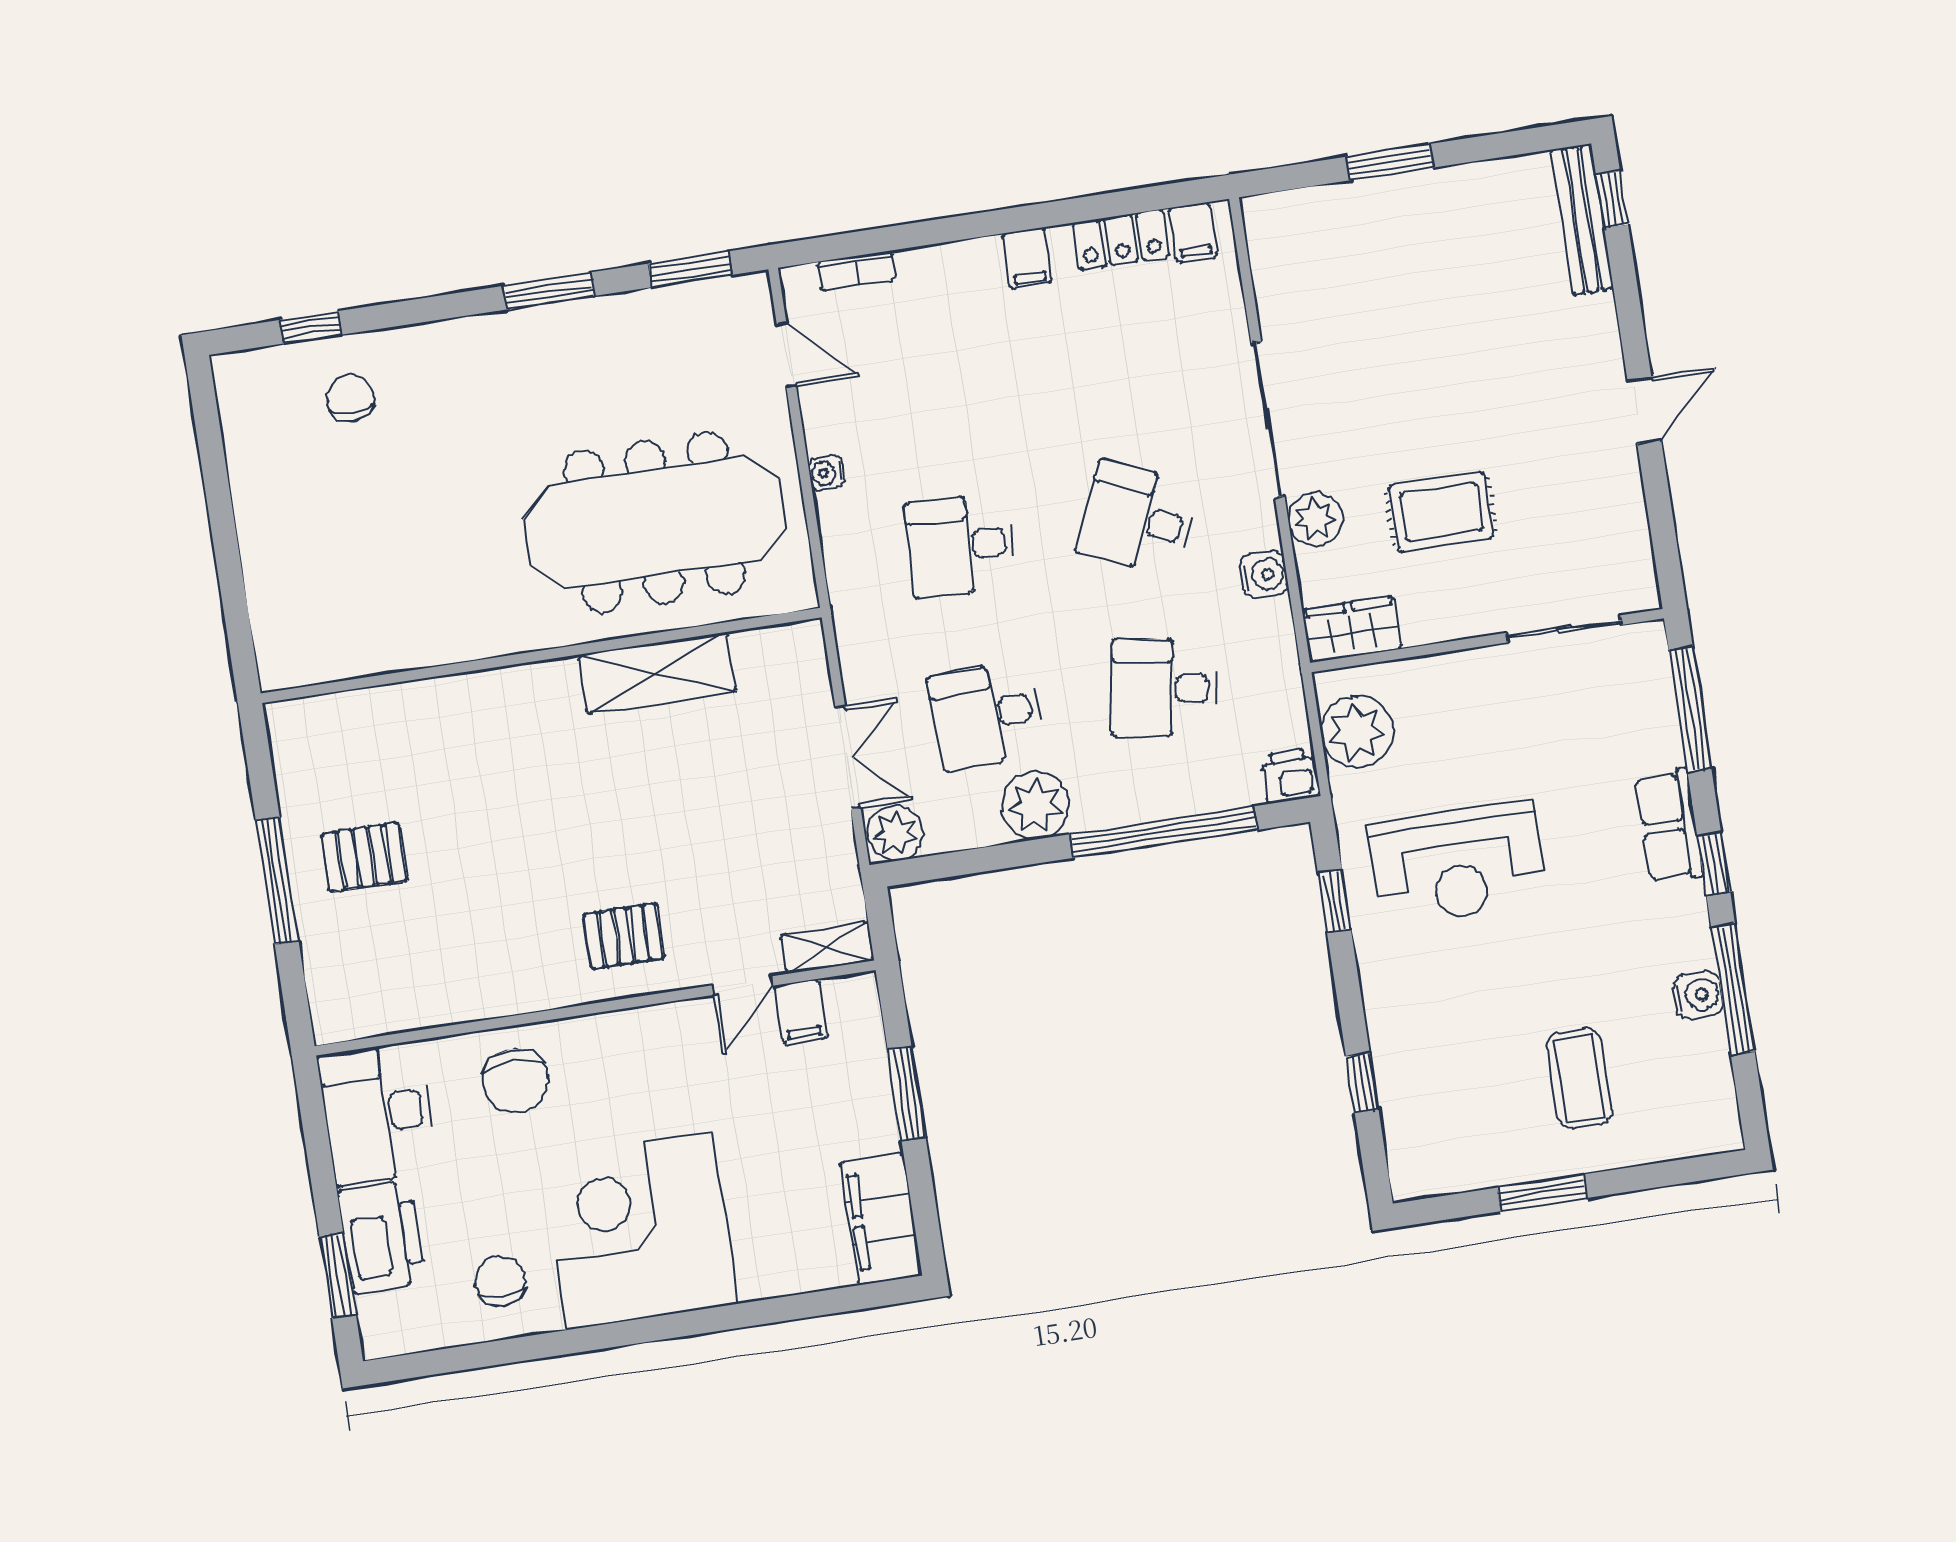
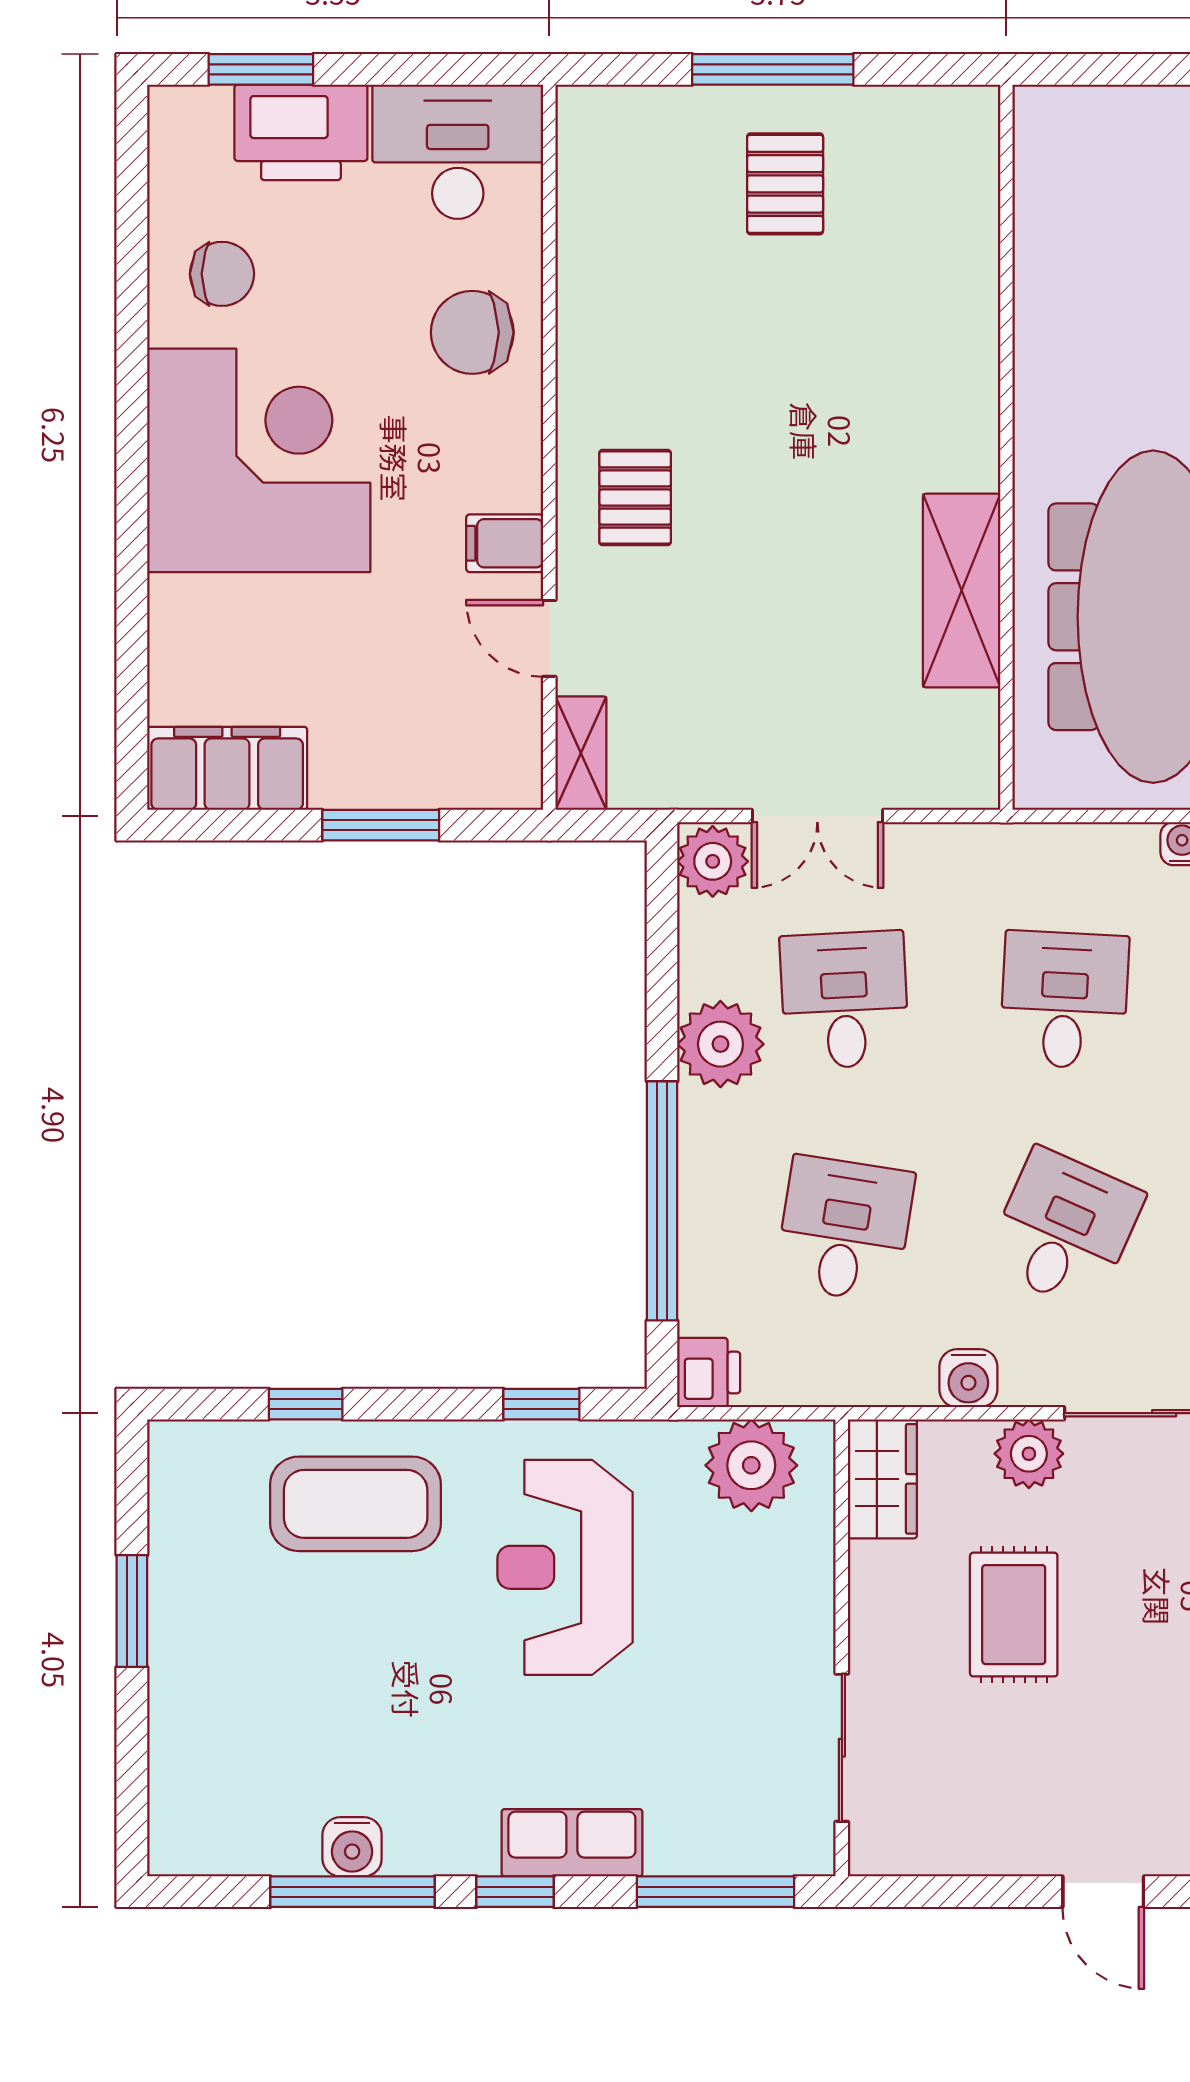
filing cabinet: (801, 1012) -> (505, 543), moved
coffee table: (1580, 1078) -> (356, 1504), moved, width x1.36, depth x1.32

